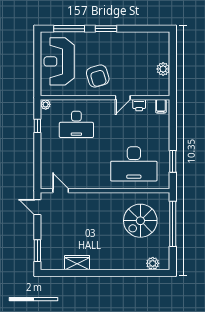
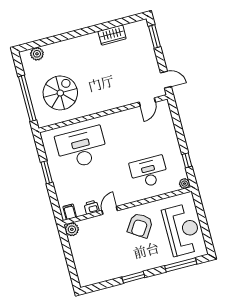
window: (106, 29) -> (133, 277), moved
plant: (163, 69) -> (72, 229), moved
armchair: (98, 76) -> (140, 225), turned -130
window: (173, 161) -> (47, 172), moved
door: (61, 191) -> (147, 102), hinge flipped

